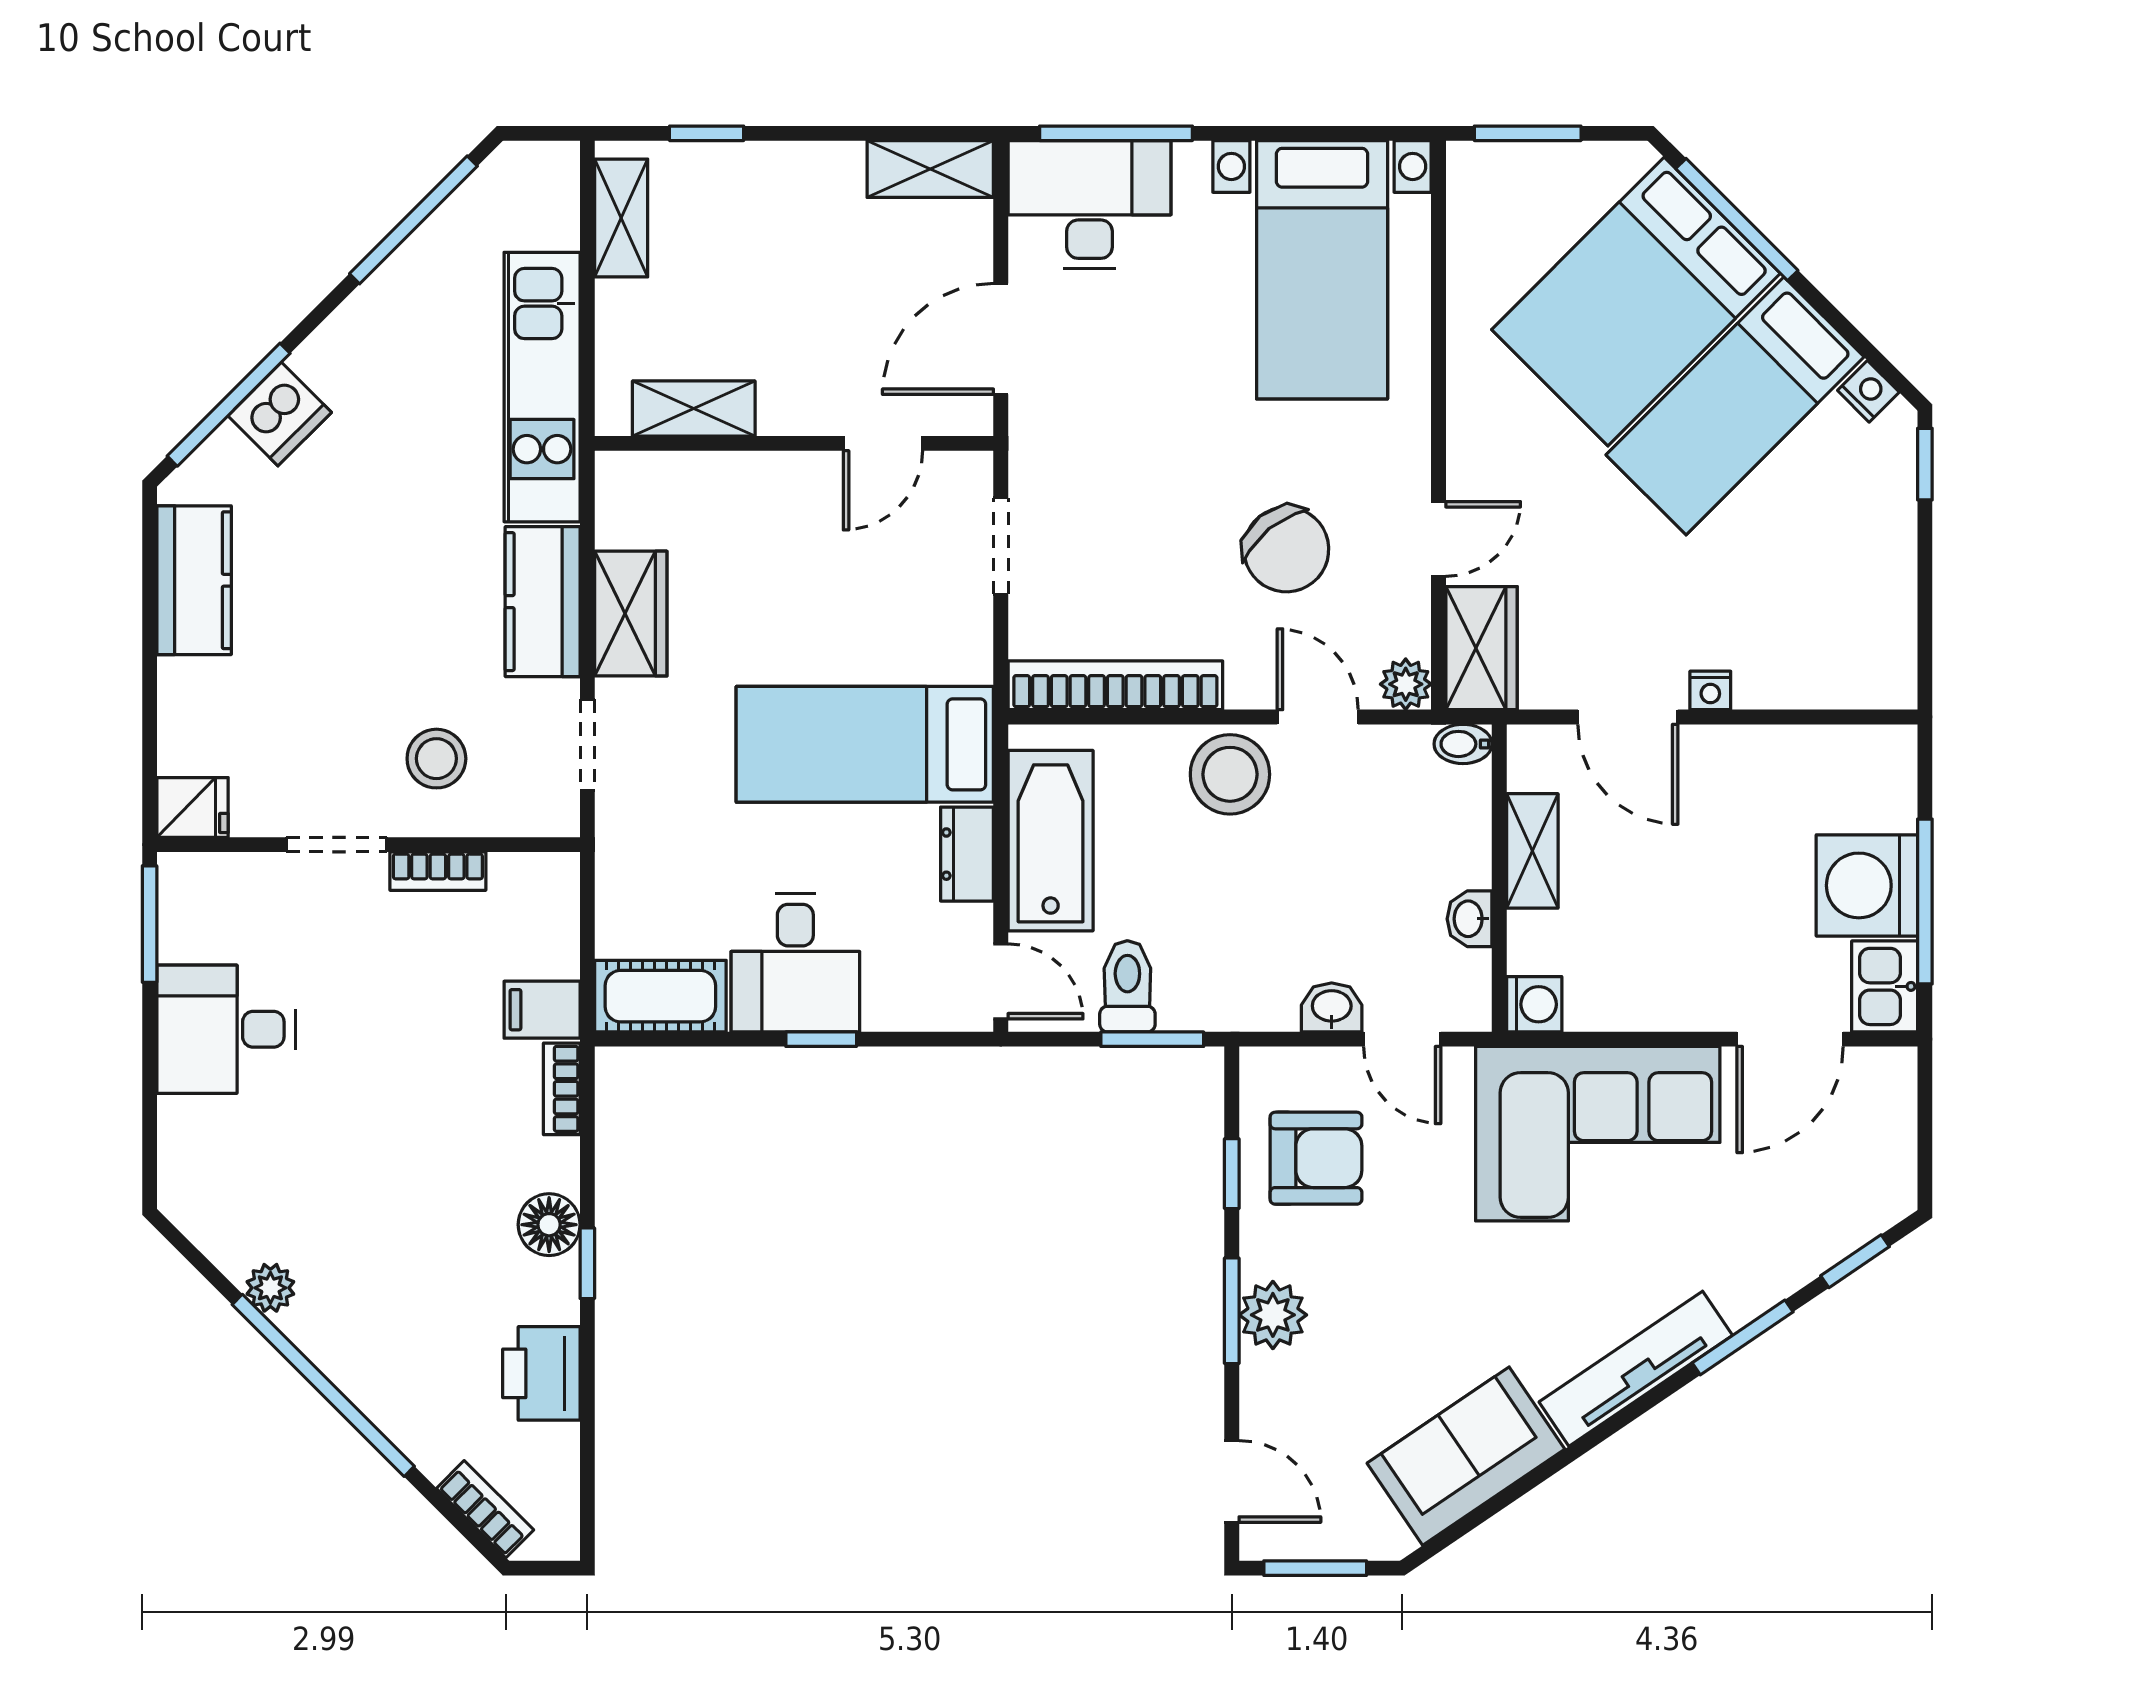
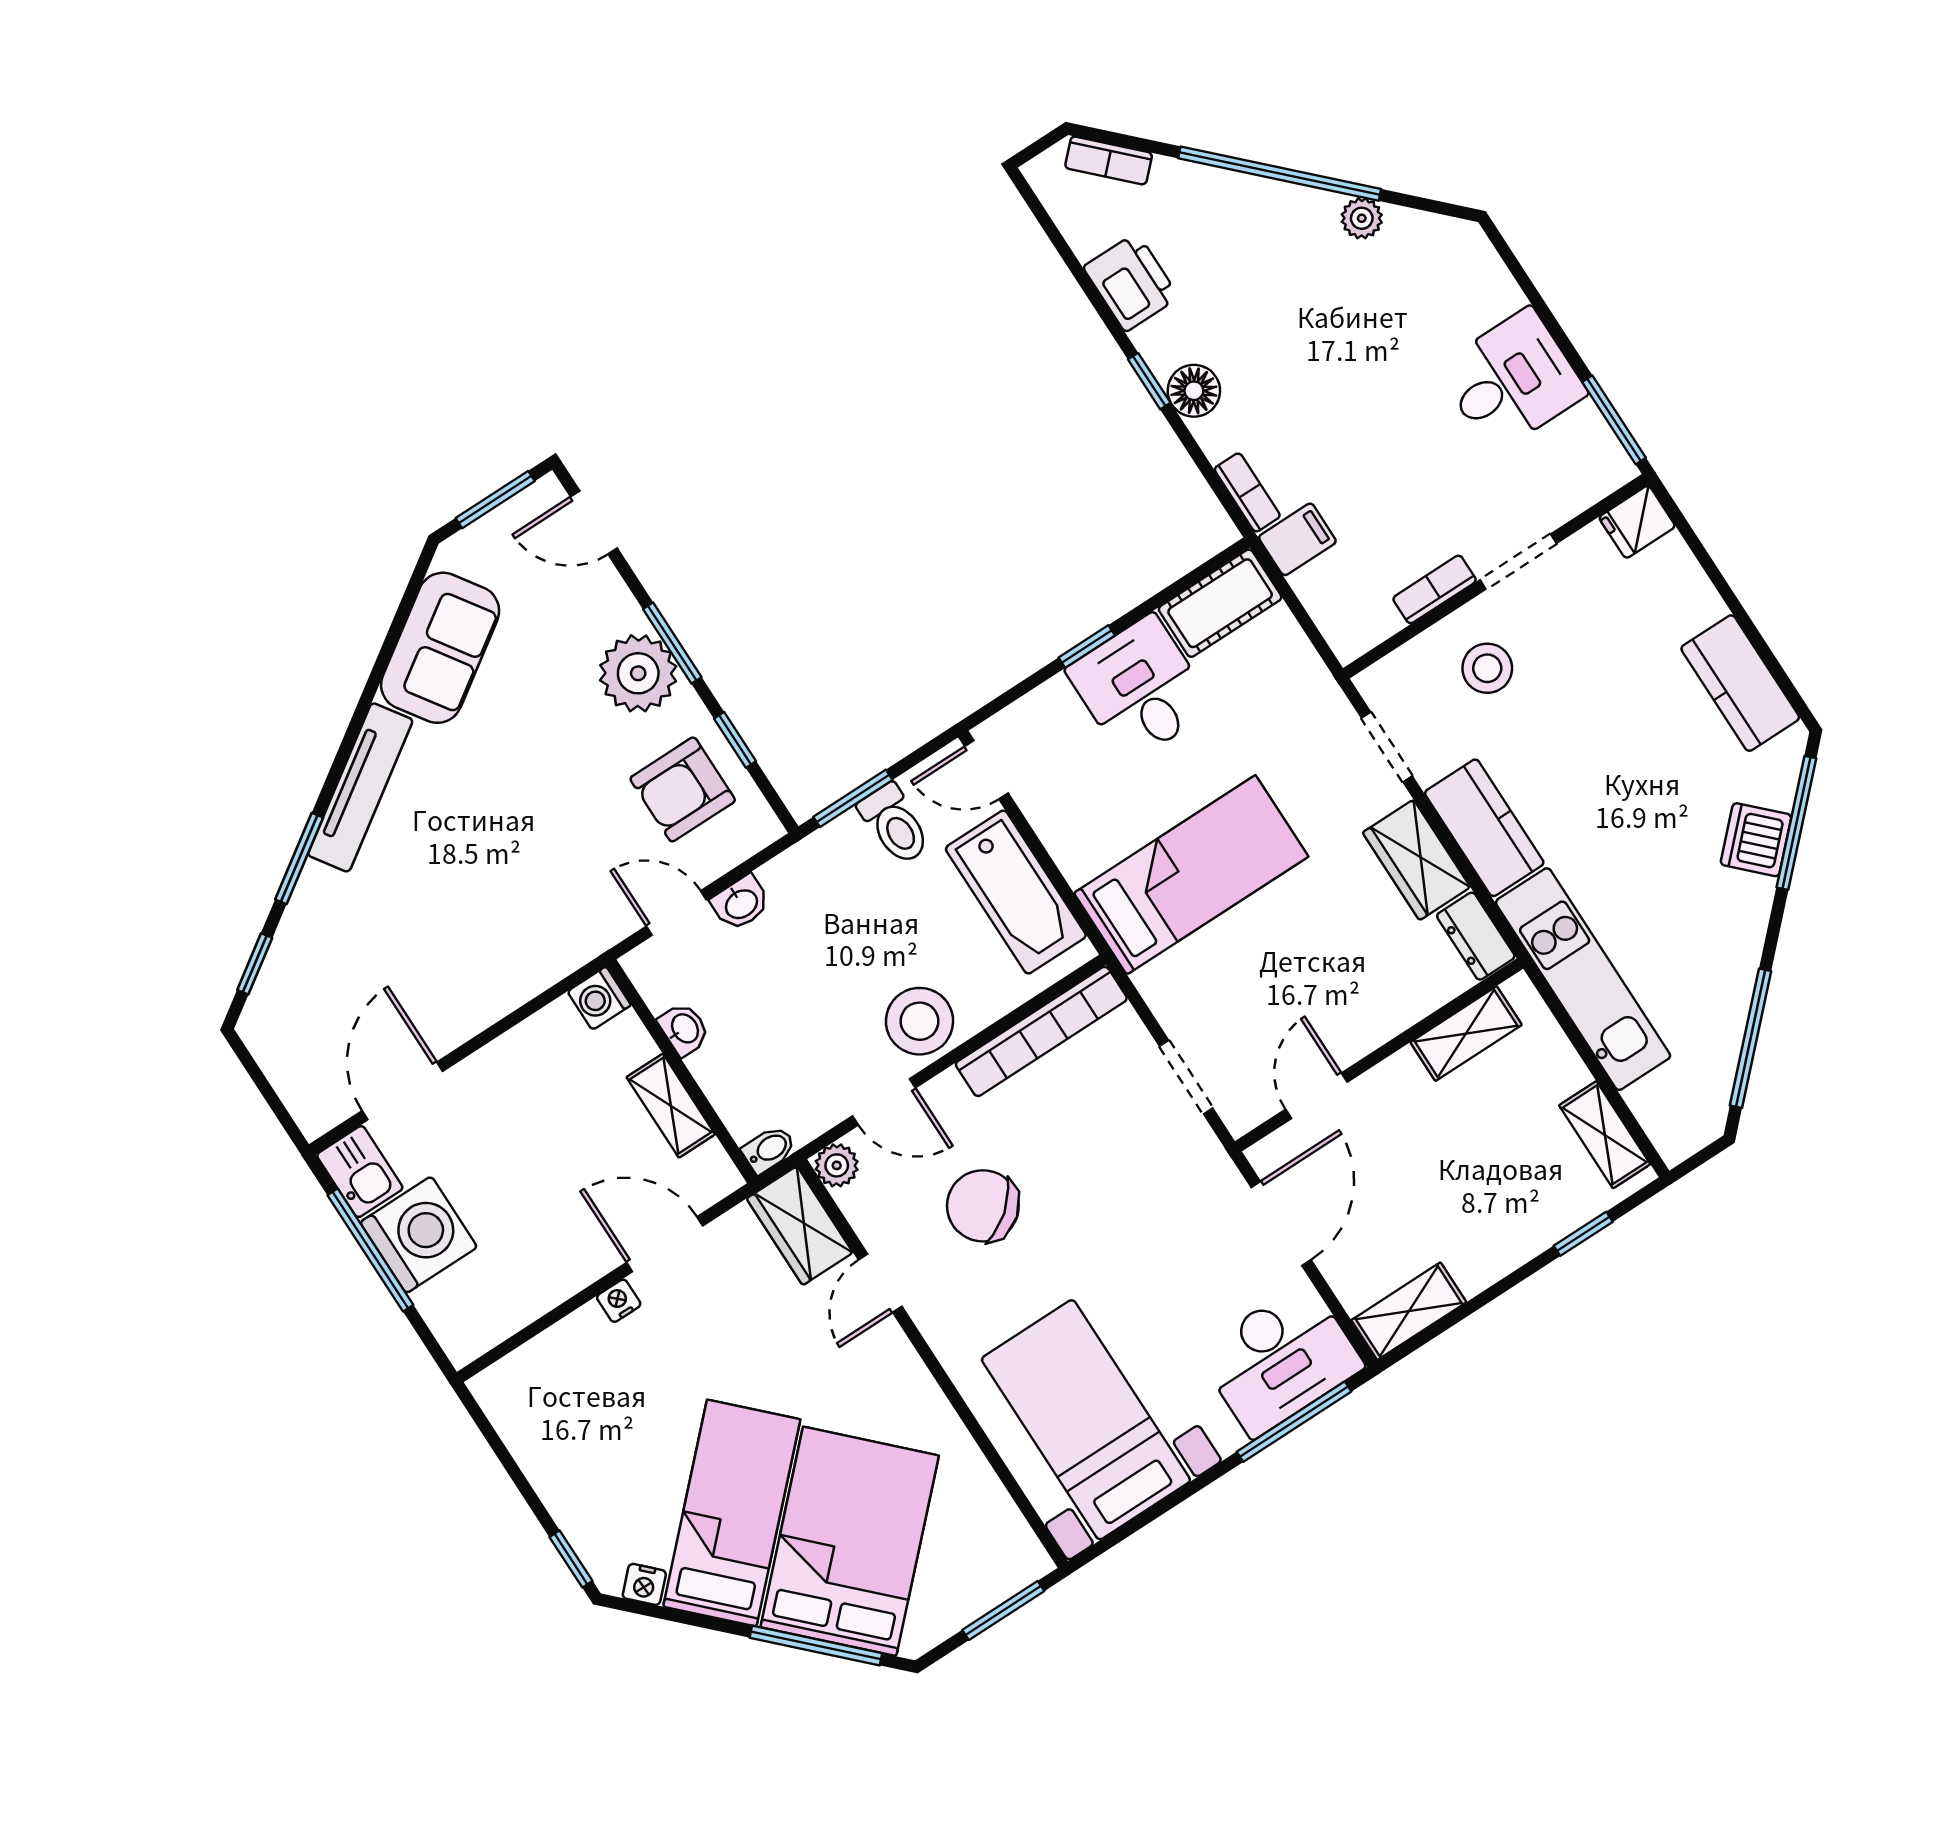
dresser: (967, 854) -> (1476, 936), moved, turned 180
corner sofa: (1598, 1134) -> (495, 936), removed
plant: (1273, 1315) -> (638, 673), width x1.36, depth x1.36

